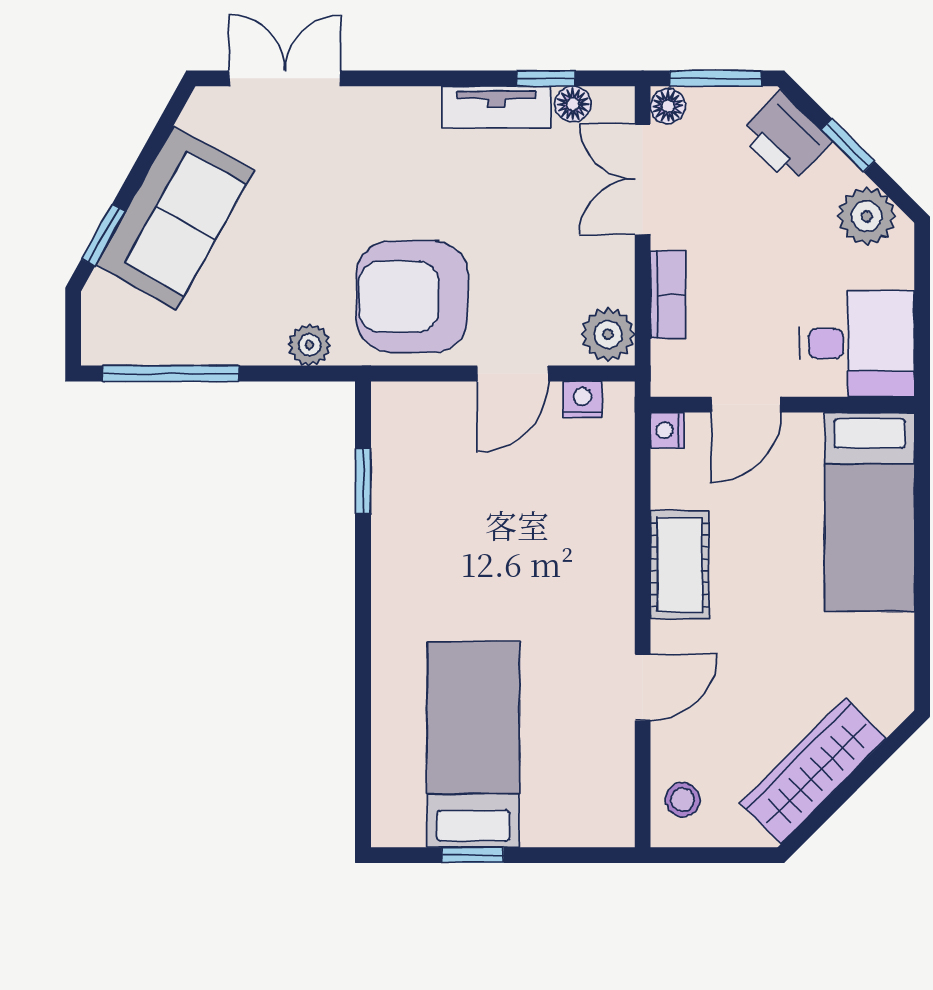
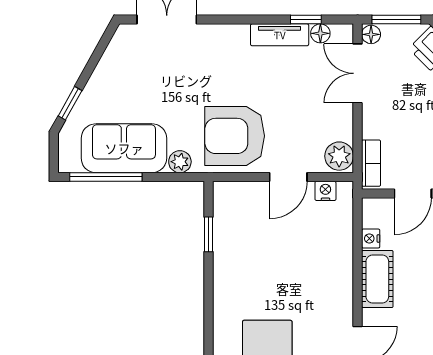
sofa: (175, 218) -> (124, 148), moved, turned -119
bookcase: (668, 295) -> (371, 163), moved
nightstand: (667, 430) -> (371, 239), moved

